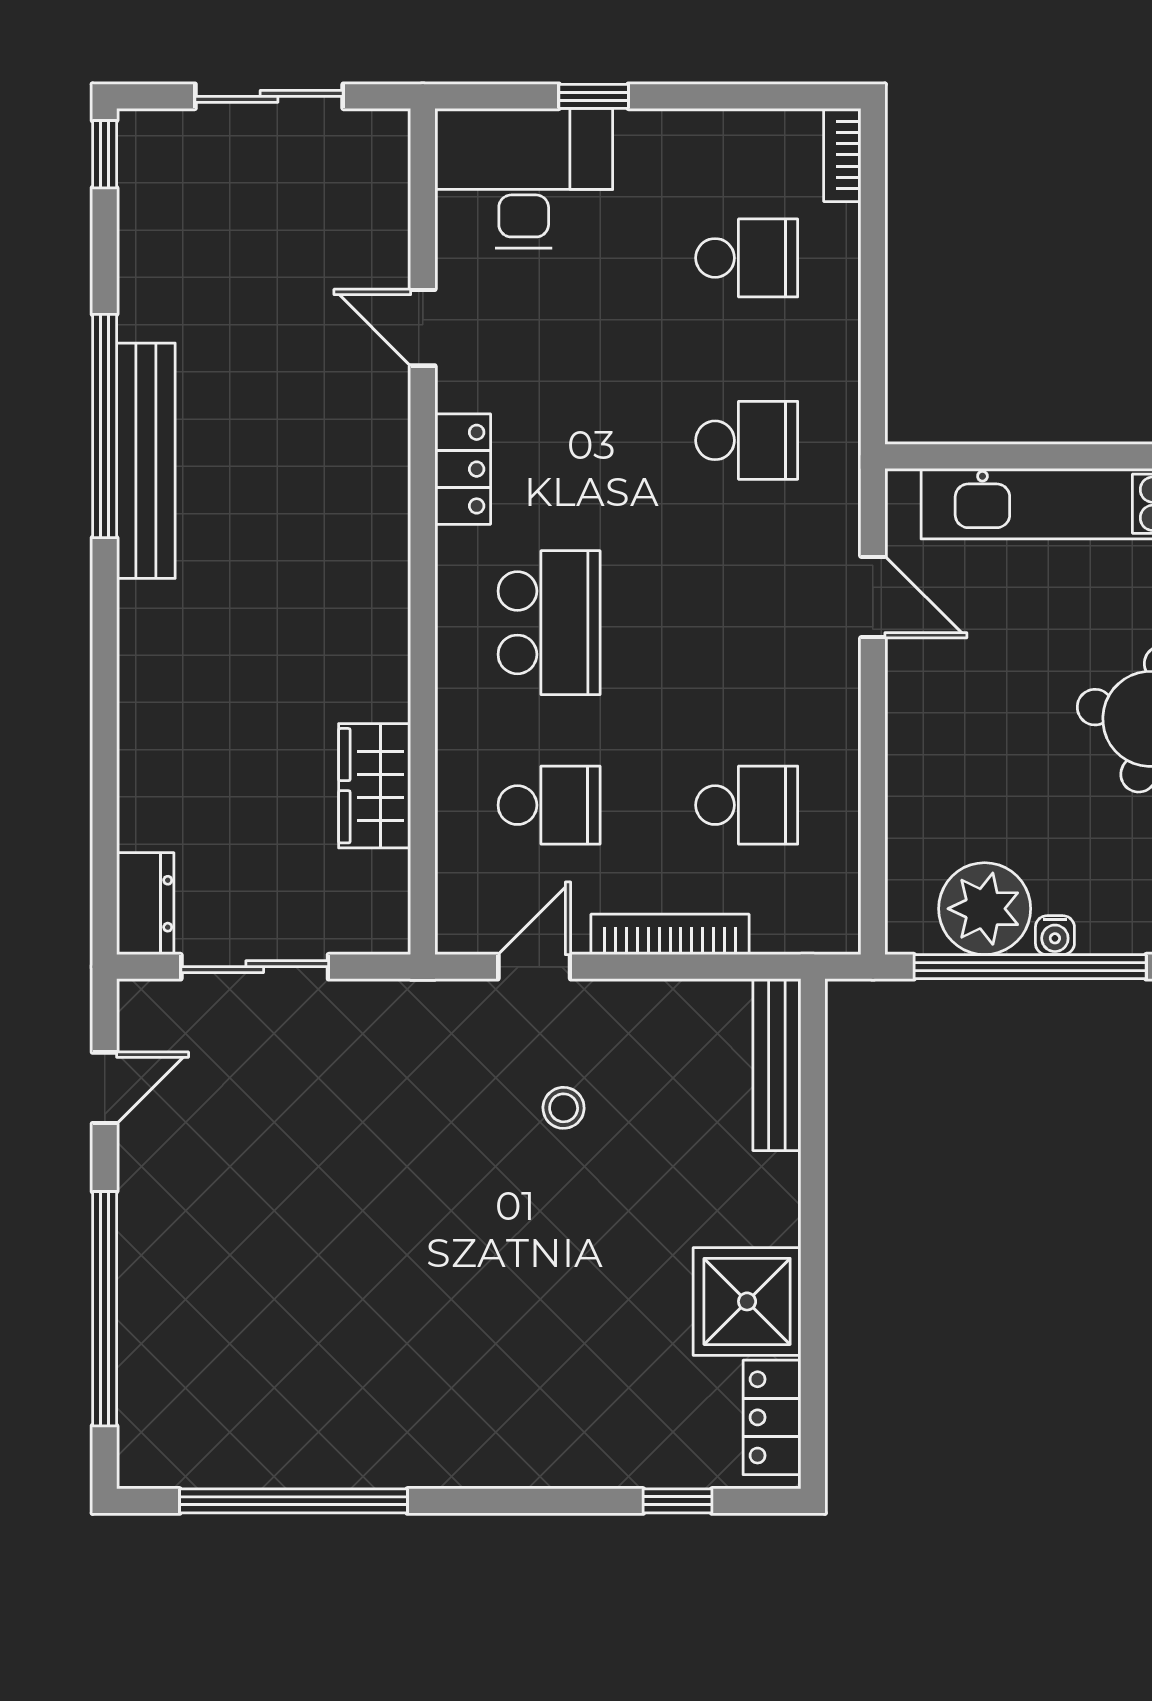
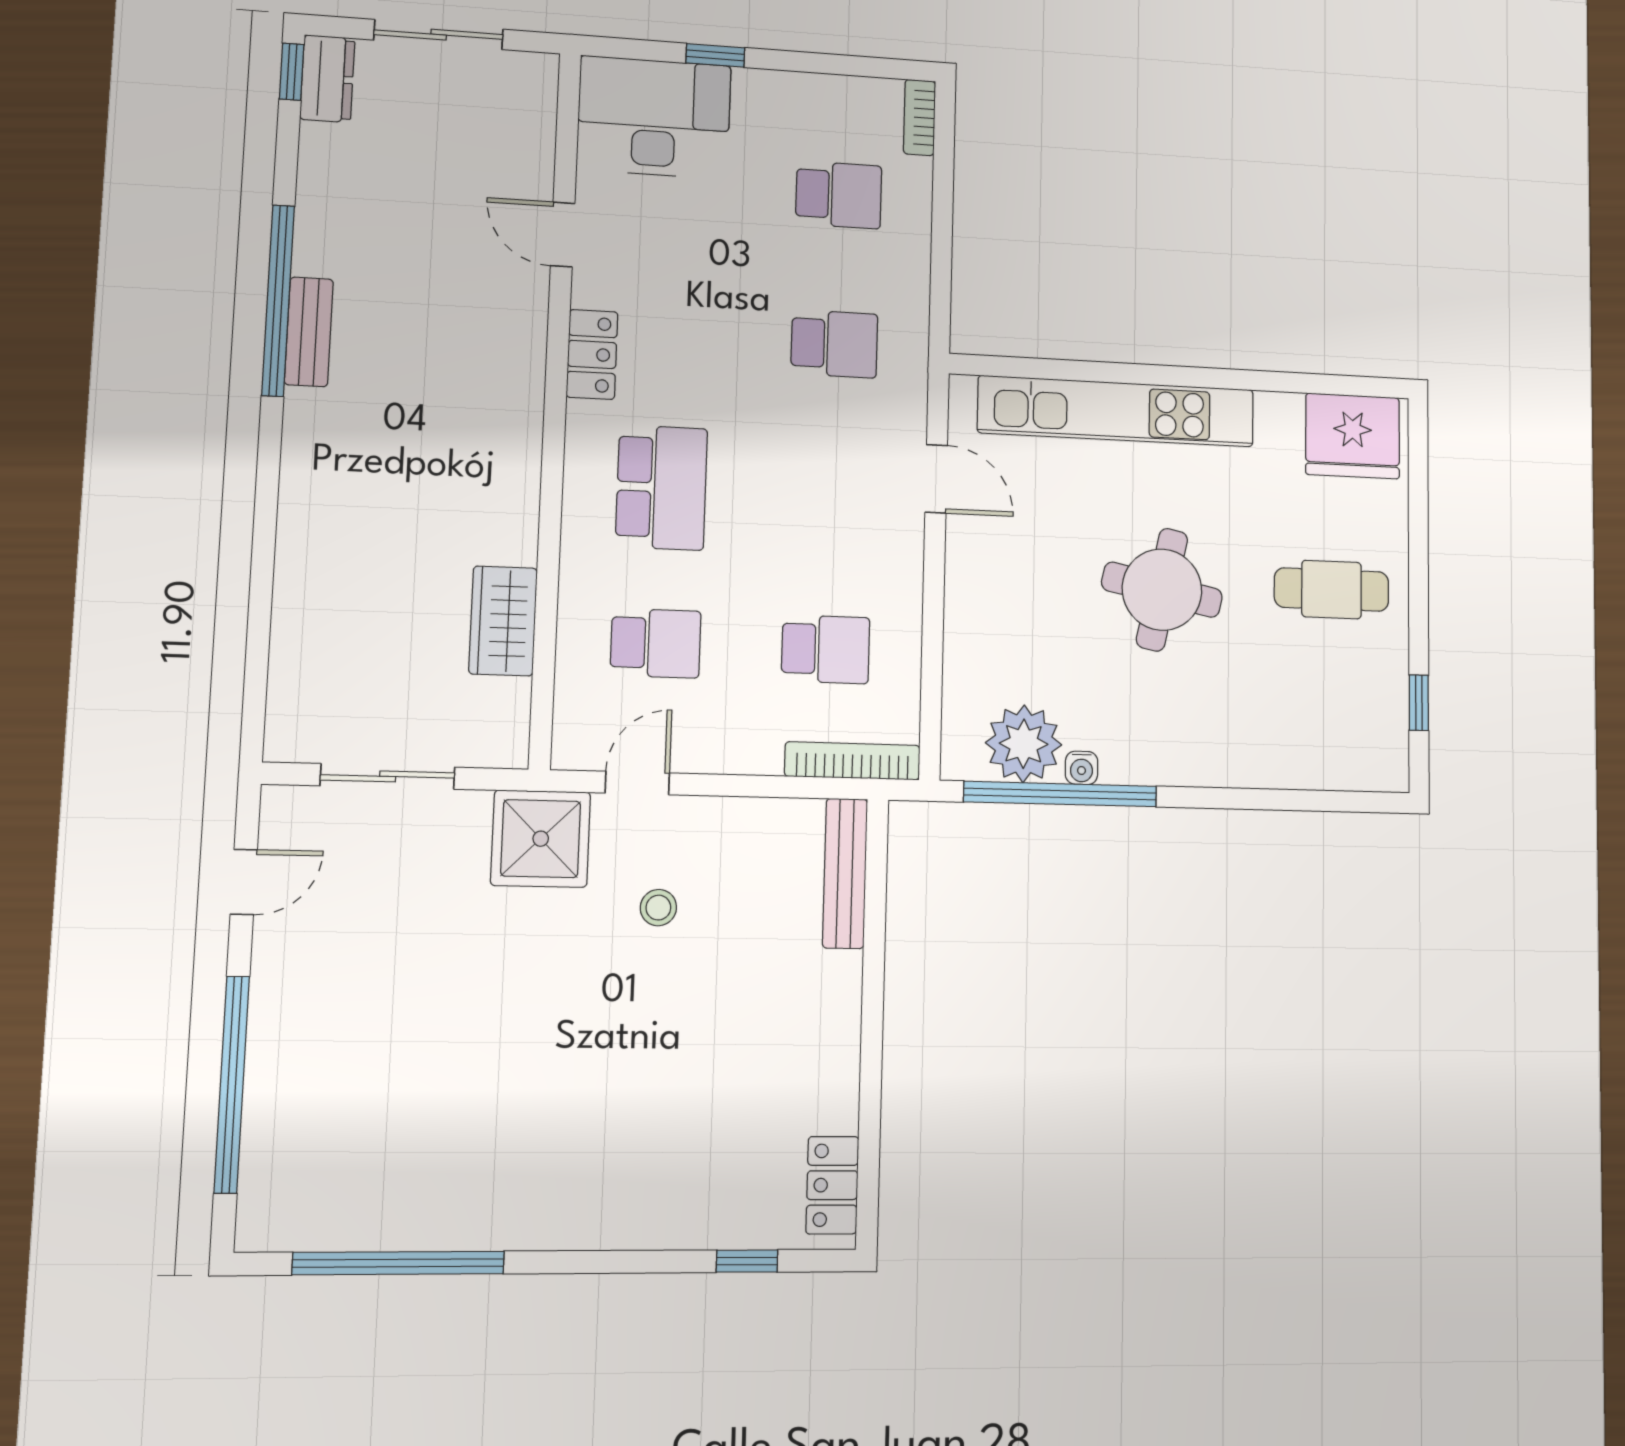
bench: (146, 461) -> (309, 332), width x0.54, depth x0.82
dresser: (145, 904) -> (327, 79), moved
bookcase: (670, 934) -> (852, 761), moved
shower: (747, 1301) -> (541, 839), moved

